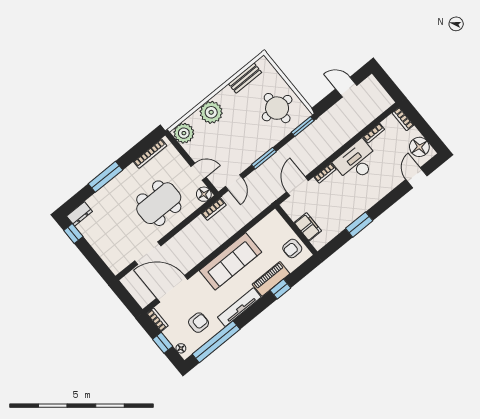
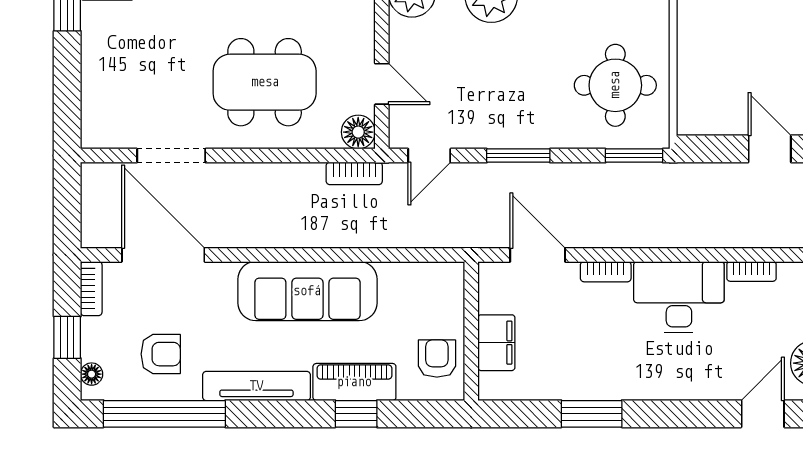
door: (298, 186) -> (538, 255), hinge flipped
armchair: (292, 248) -> (437, 359), turned 90

